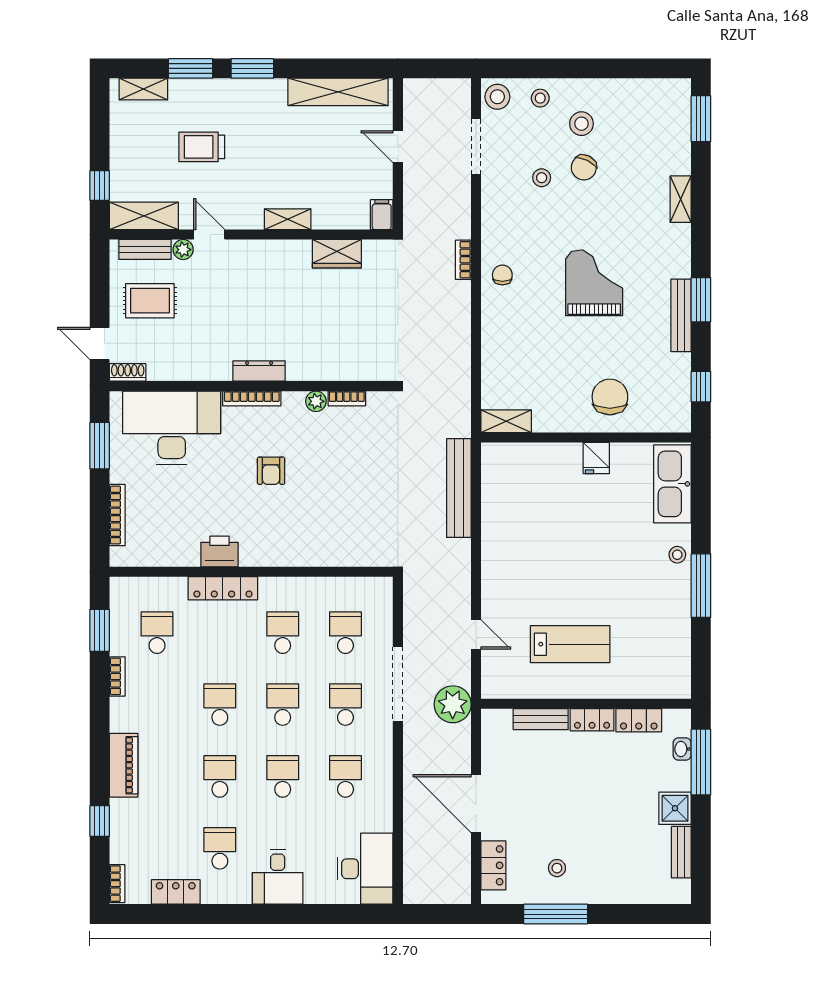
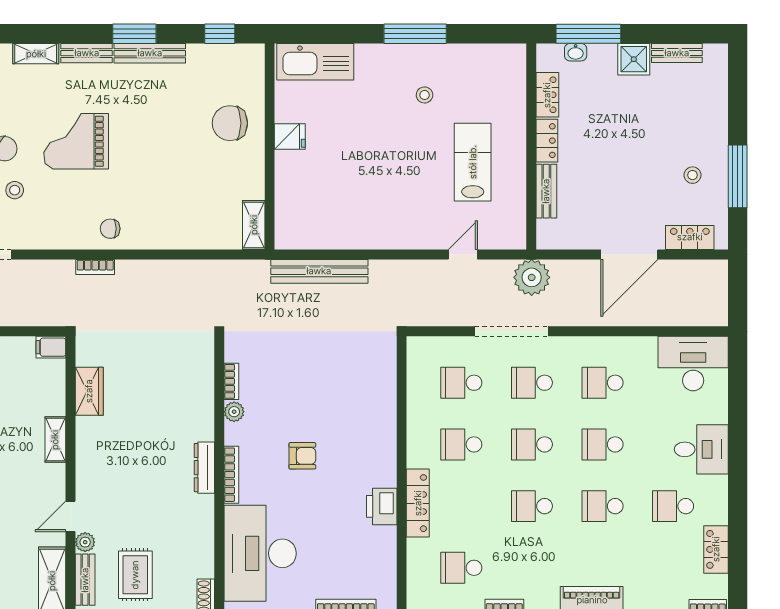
bench: (681, 251) -> (87, 53), added
grand piano: (594, 283) -> (76, 141), moved
stool: (677, 555) -> (425, 95), moved

